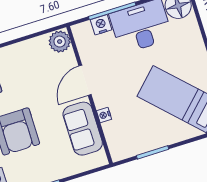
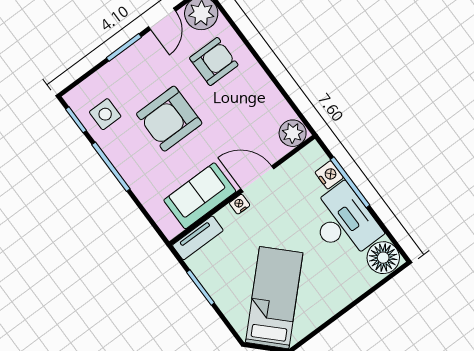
nightstand: (104, 115) -> (240, 204), moved
tv unit: (114, 141) -> (198, 238), added

